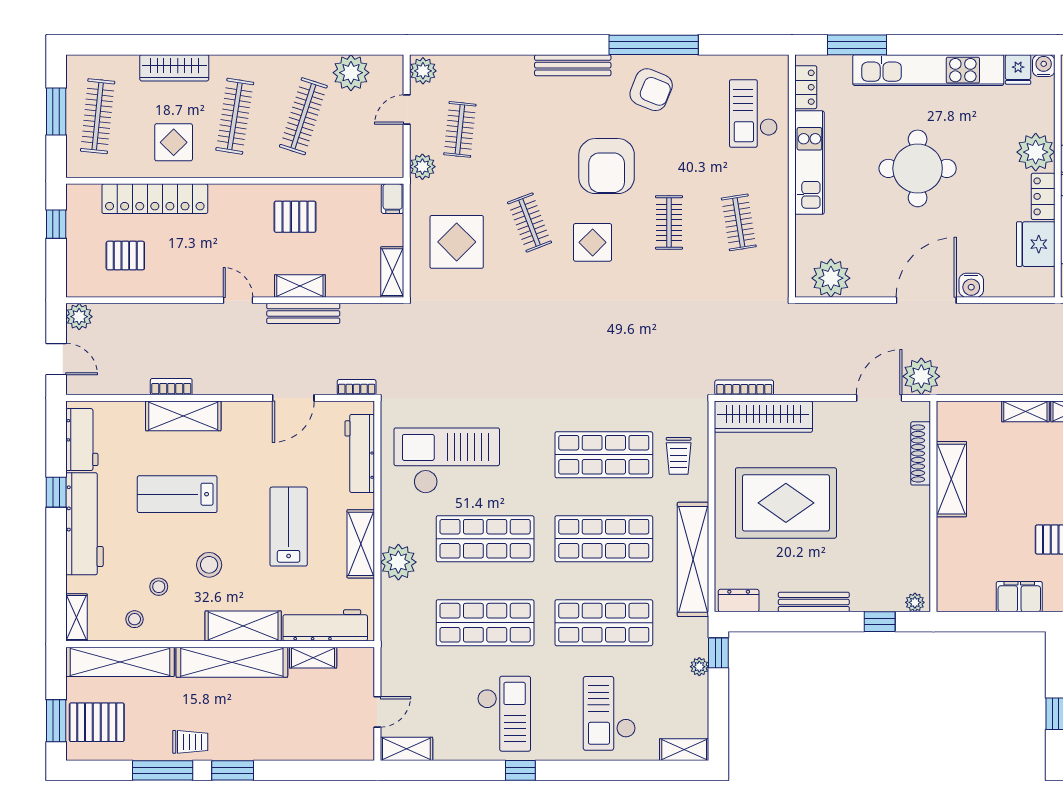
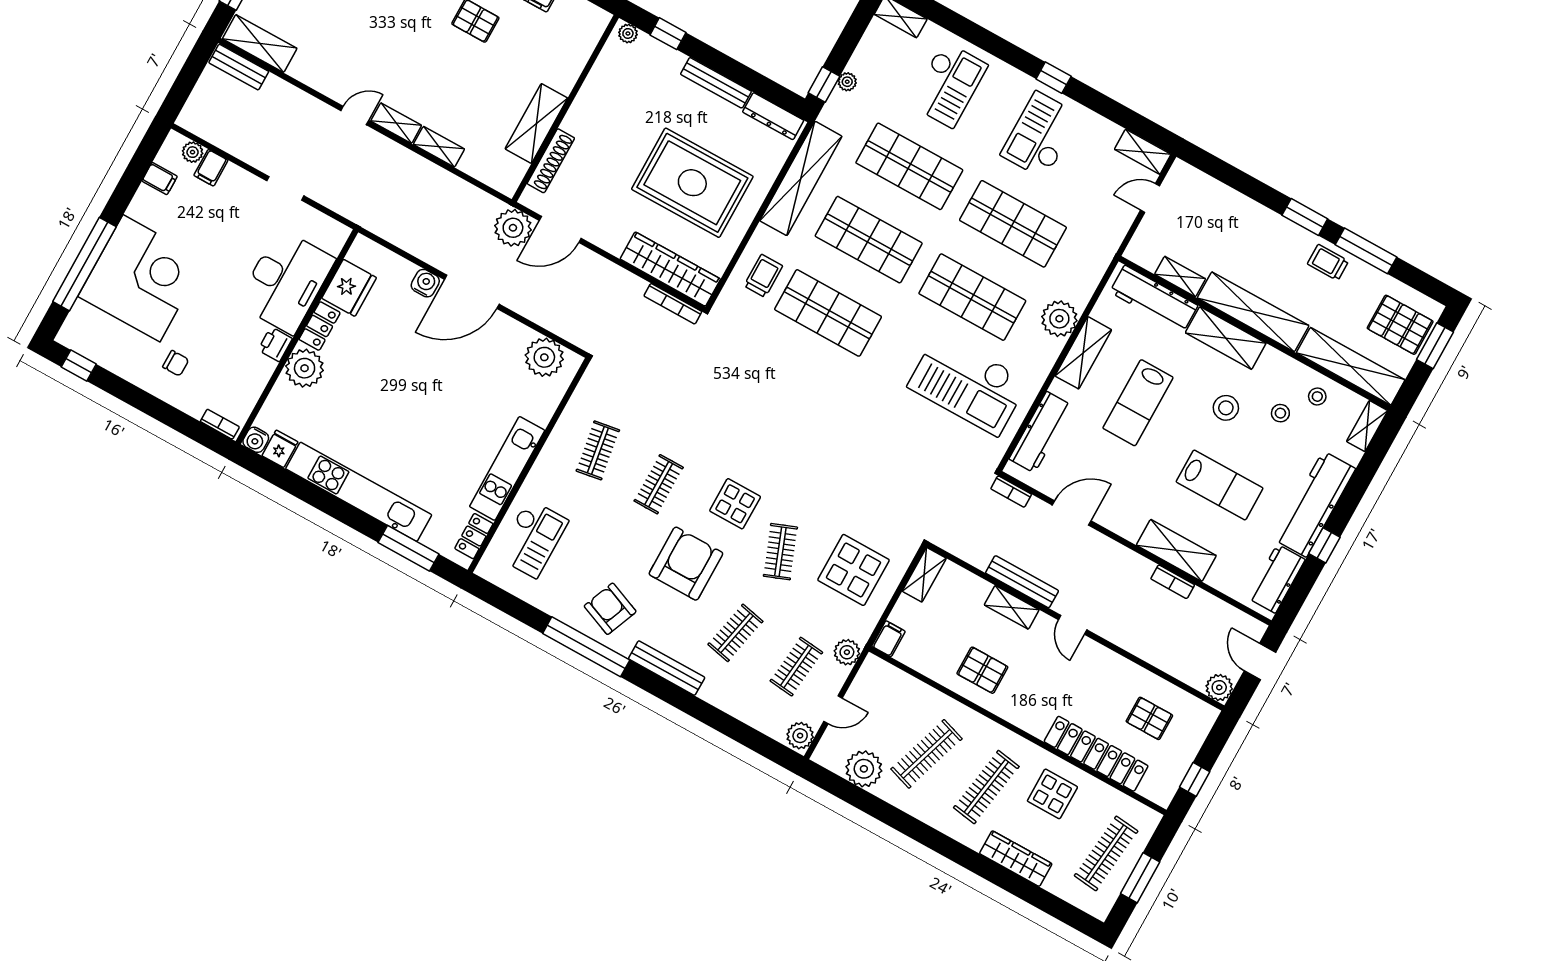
clothes rail: (530, 129) -> (735, 633), added
round table: (918, 168) -> (416, 411), removed
dresser: (739, 601) -> (773, 116), width x1.44

